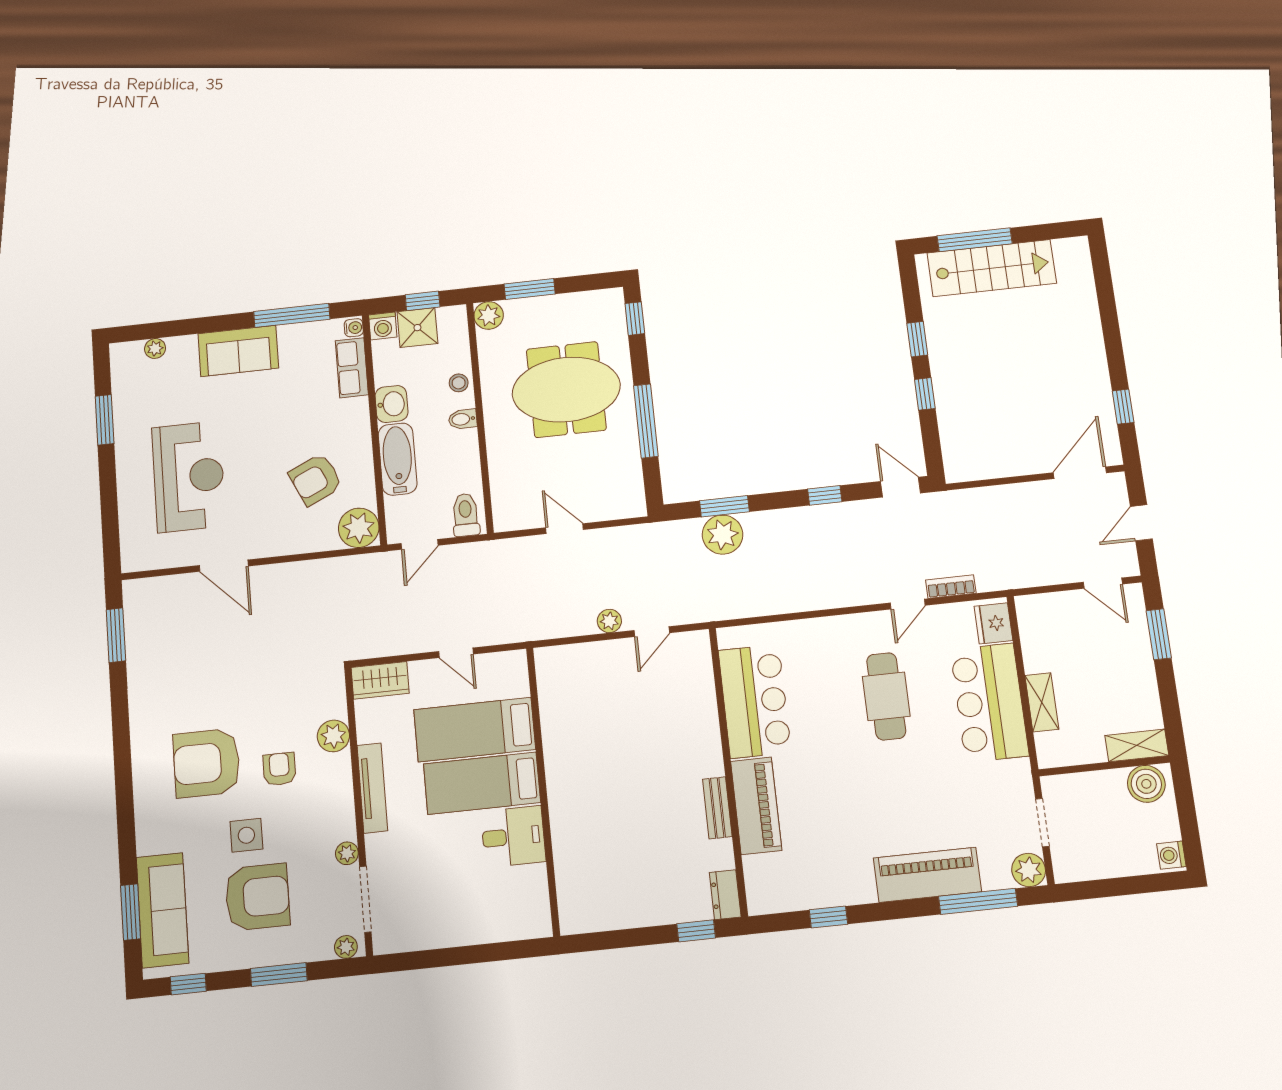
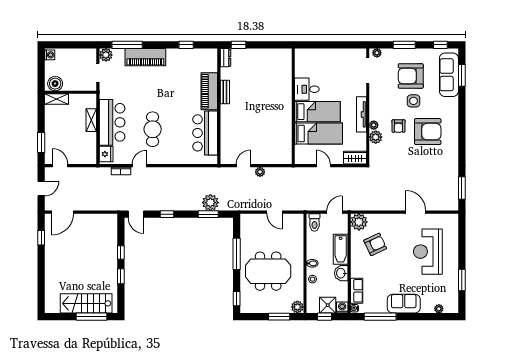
plant: (347, 853) -> (374, 125), moved

